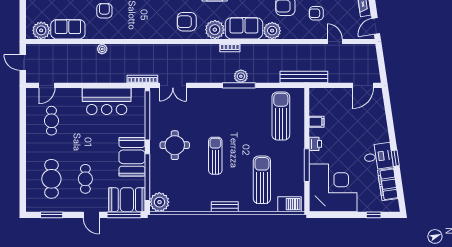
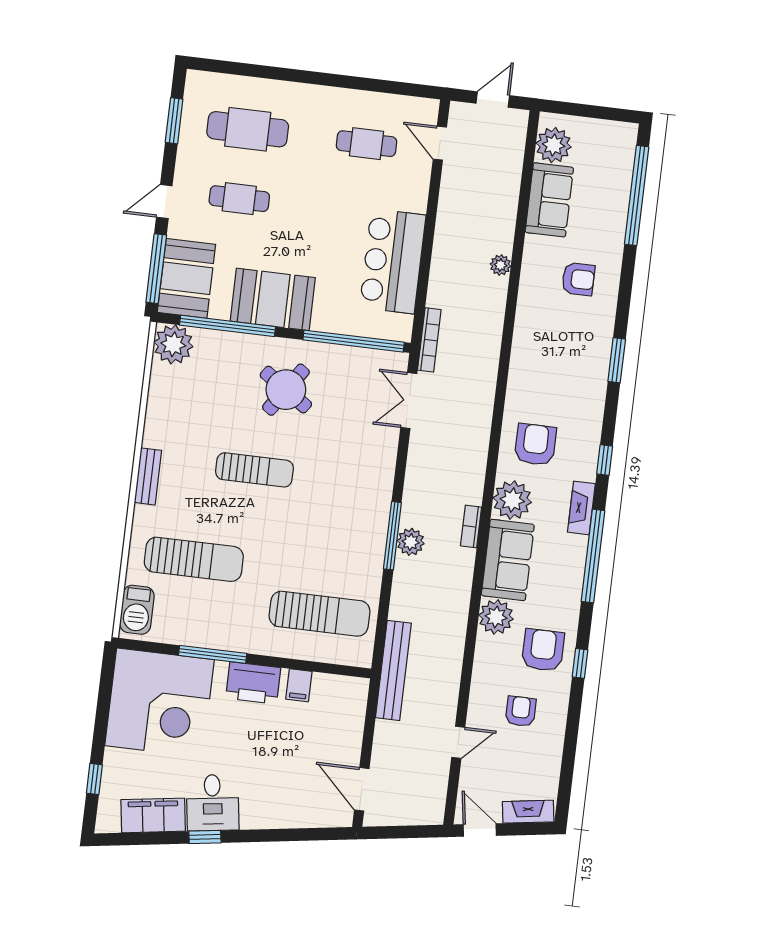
printer: (315, 144) -> (253, 683), width x1.87, depth x1.48
round table: (175, 145) -> (286, 390), turned 34

